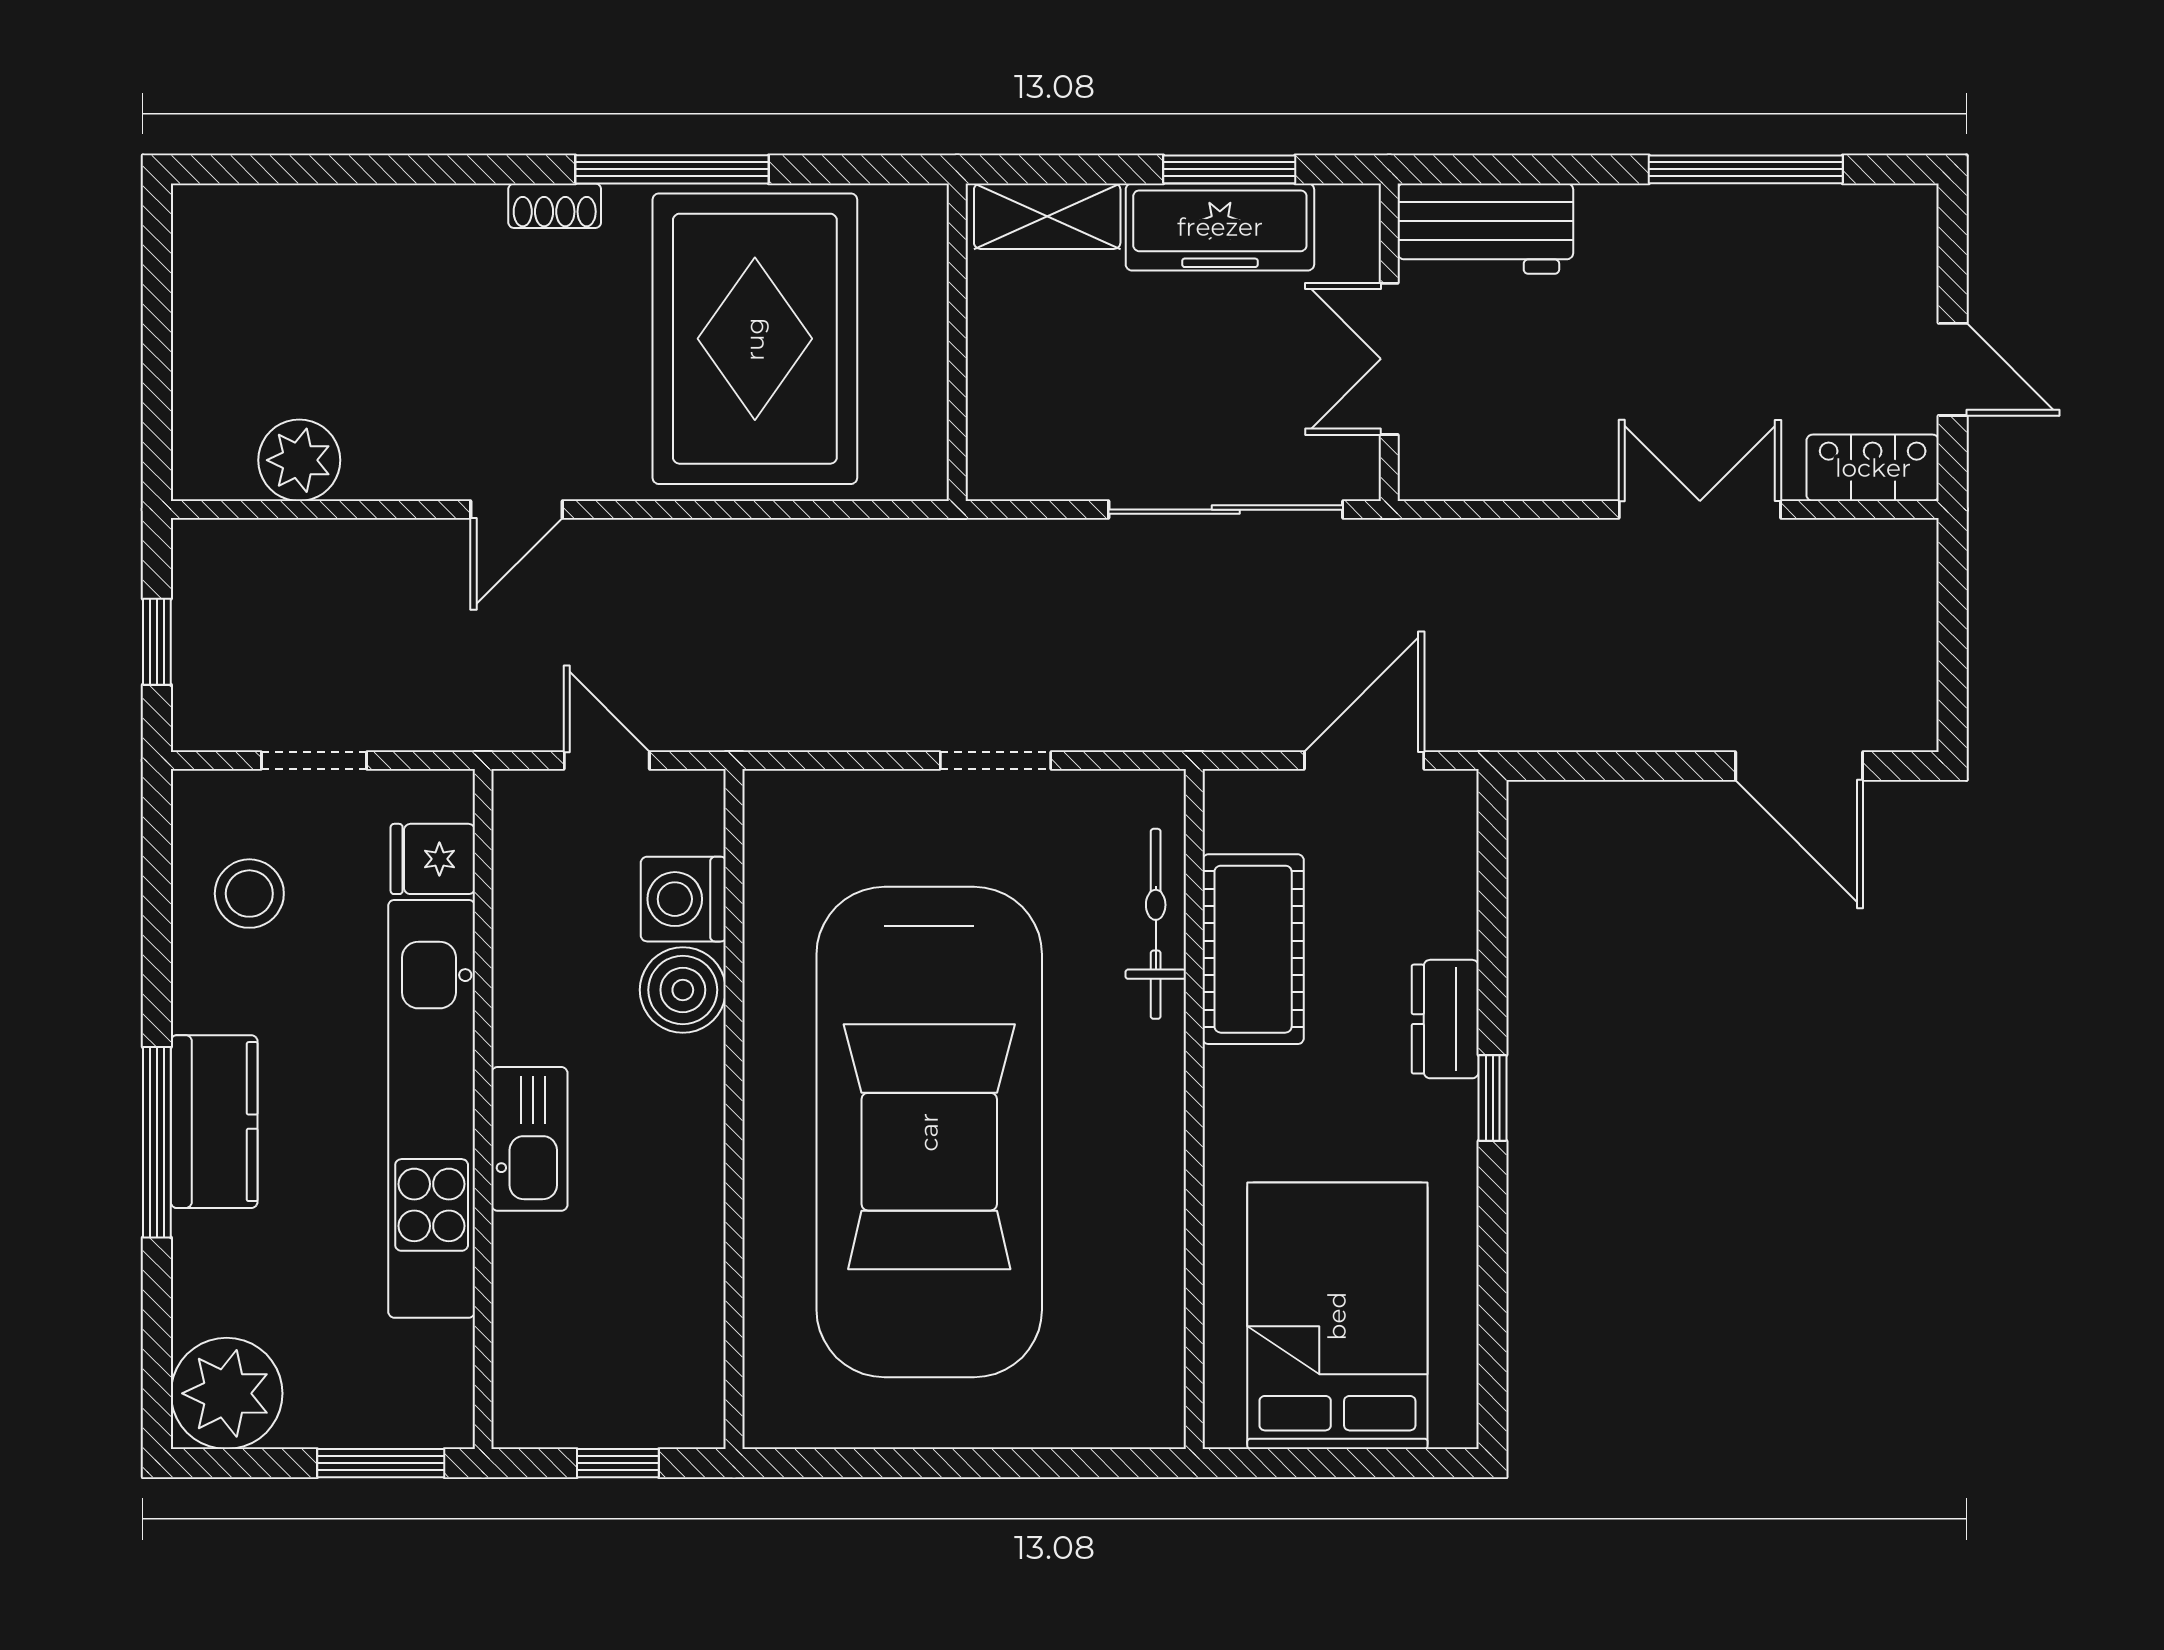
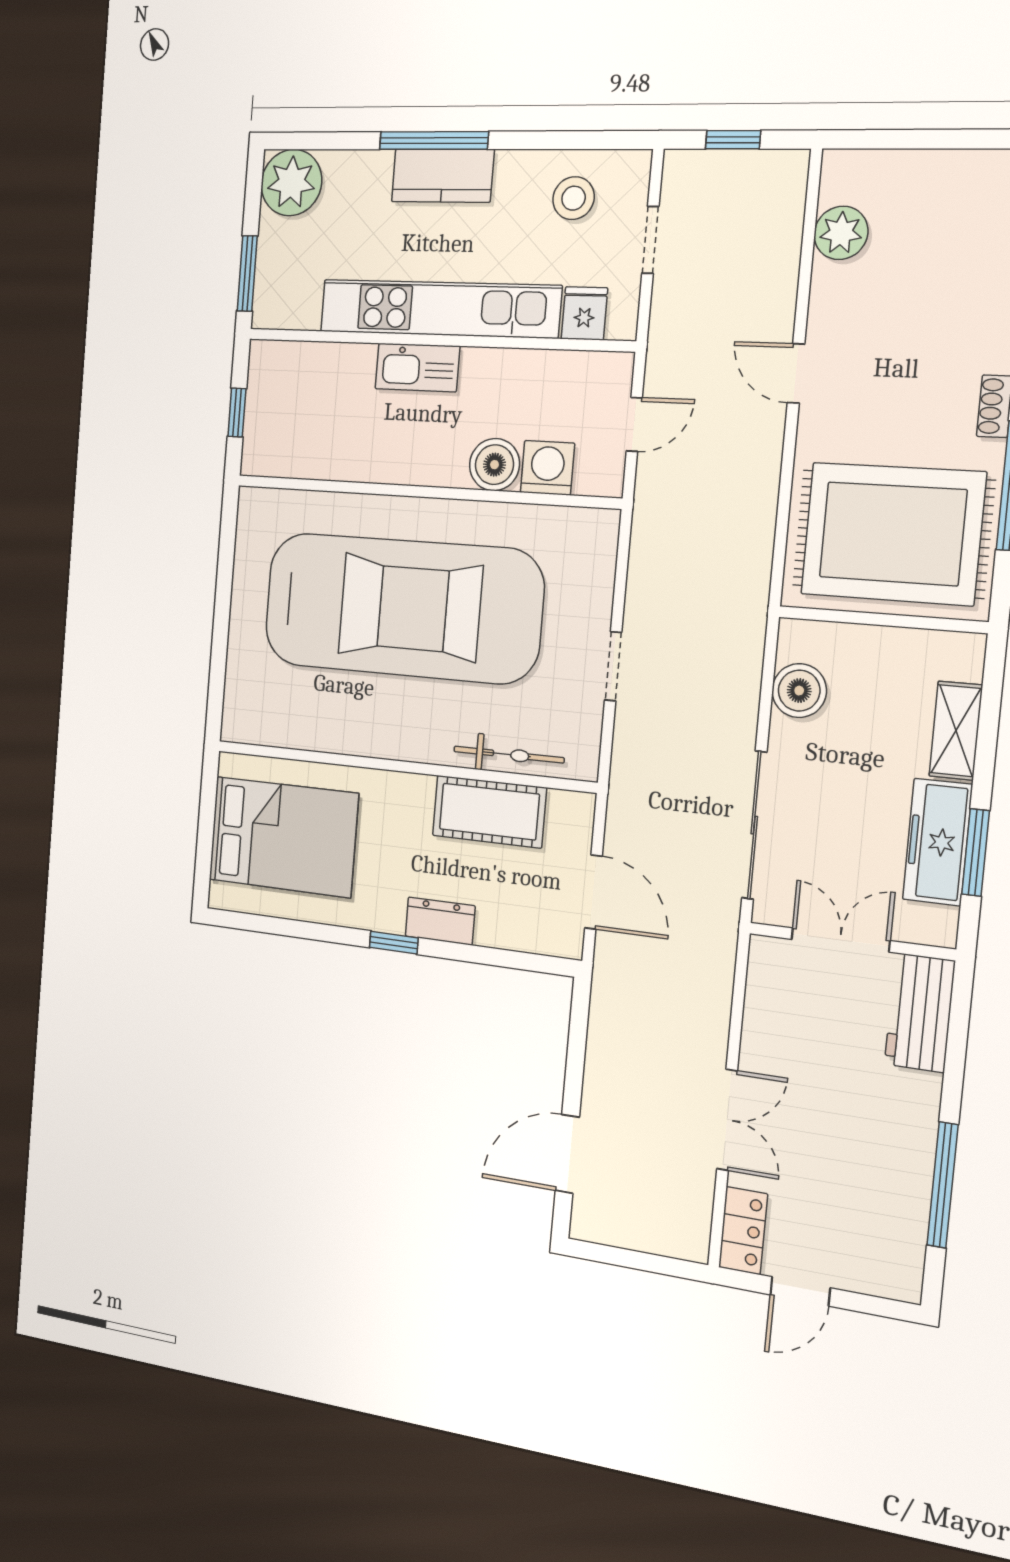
wall: (957, 342) -> (882, 620), moved
boiler: (1008, 459) -> (799, 691), added
car: (929, 1132) -> (402, 608), turned 180

